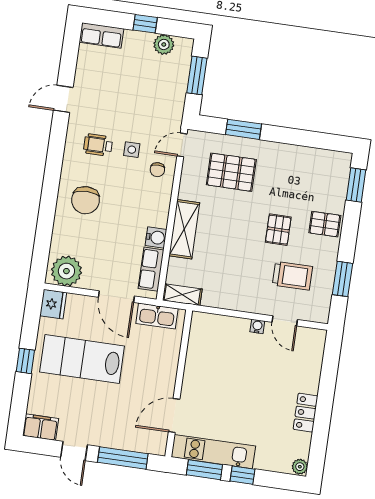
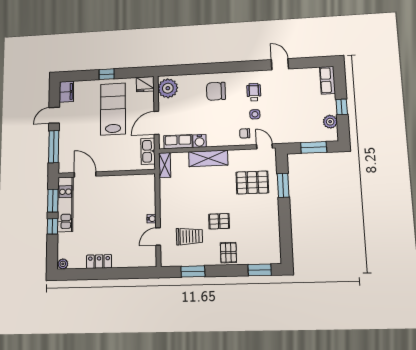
pallet: (231, 172) -> (252, 182), turned 90
trolley: (292, 276) -> (189, 236), turned -90

